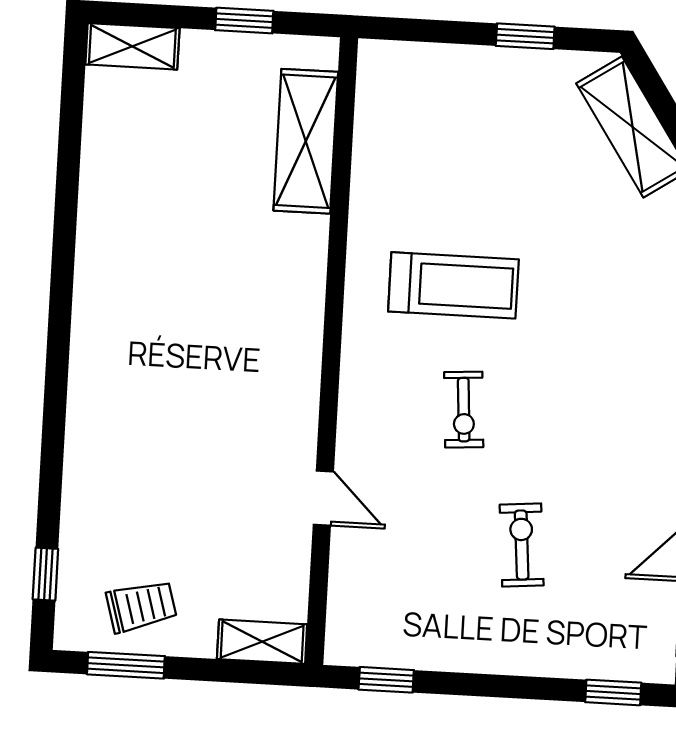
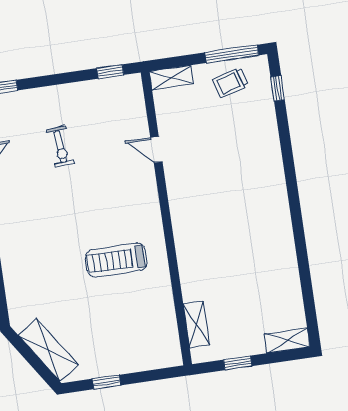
shelving: (306, 141) -> (196, 324), width x0.67, depth x0.75
exercise bike: (464, 410) -> (100, 204), removed
window: (126, 665) -> (232, 54), width x1.44

